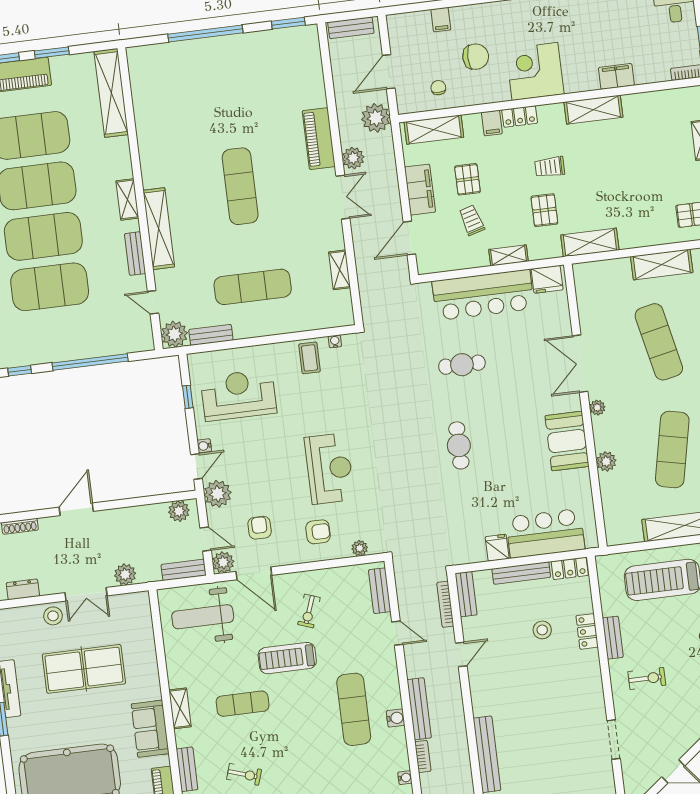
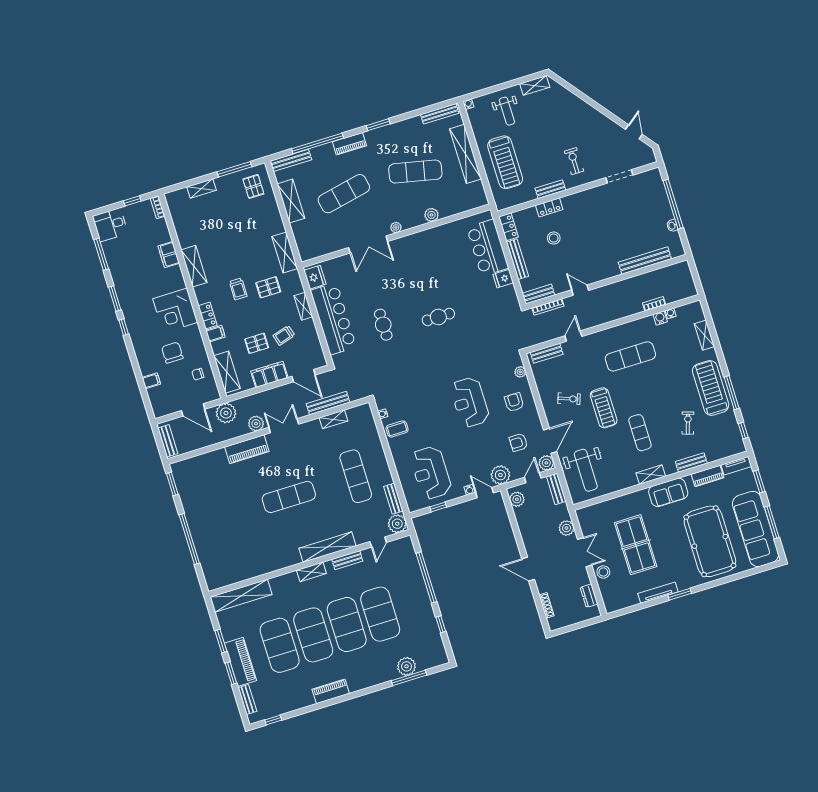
booth: (567, 441) -> (422, 244), removed
reception desk: (329, 469) -> (470, 402), turned -90
bench: (419, 709) -> (328, 403), moved
water cooler: (396, 718) -> (660, 318), moved

